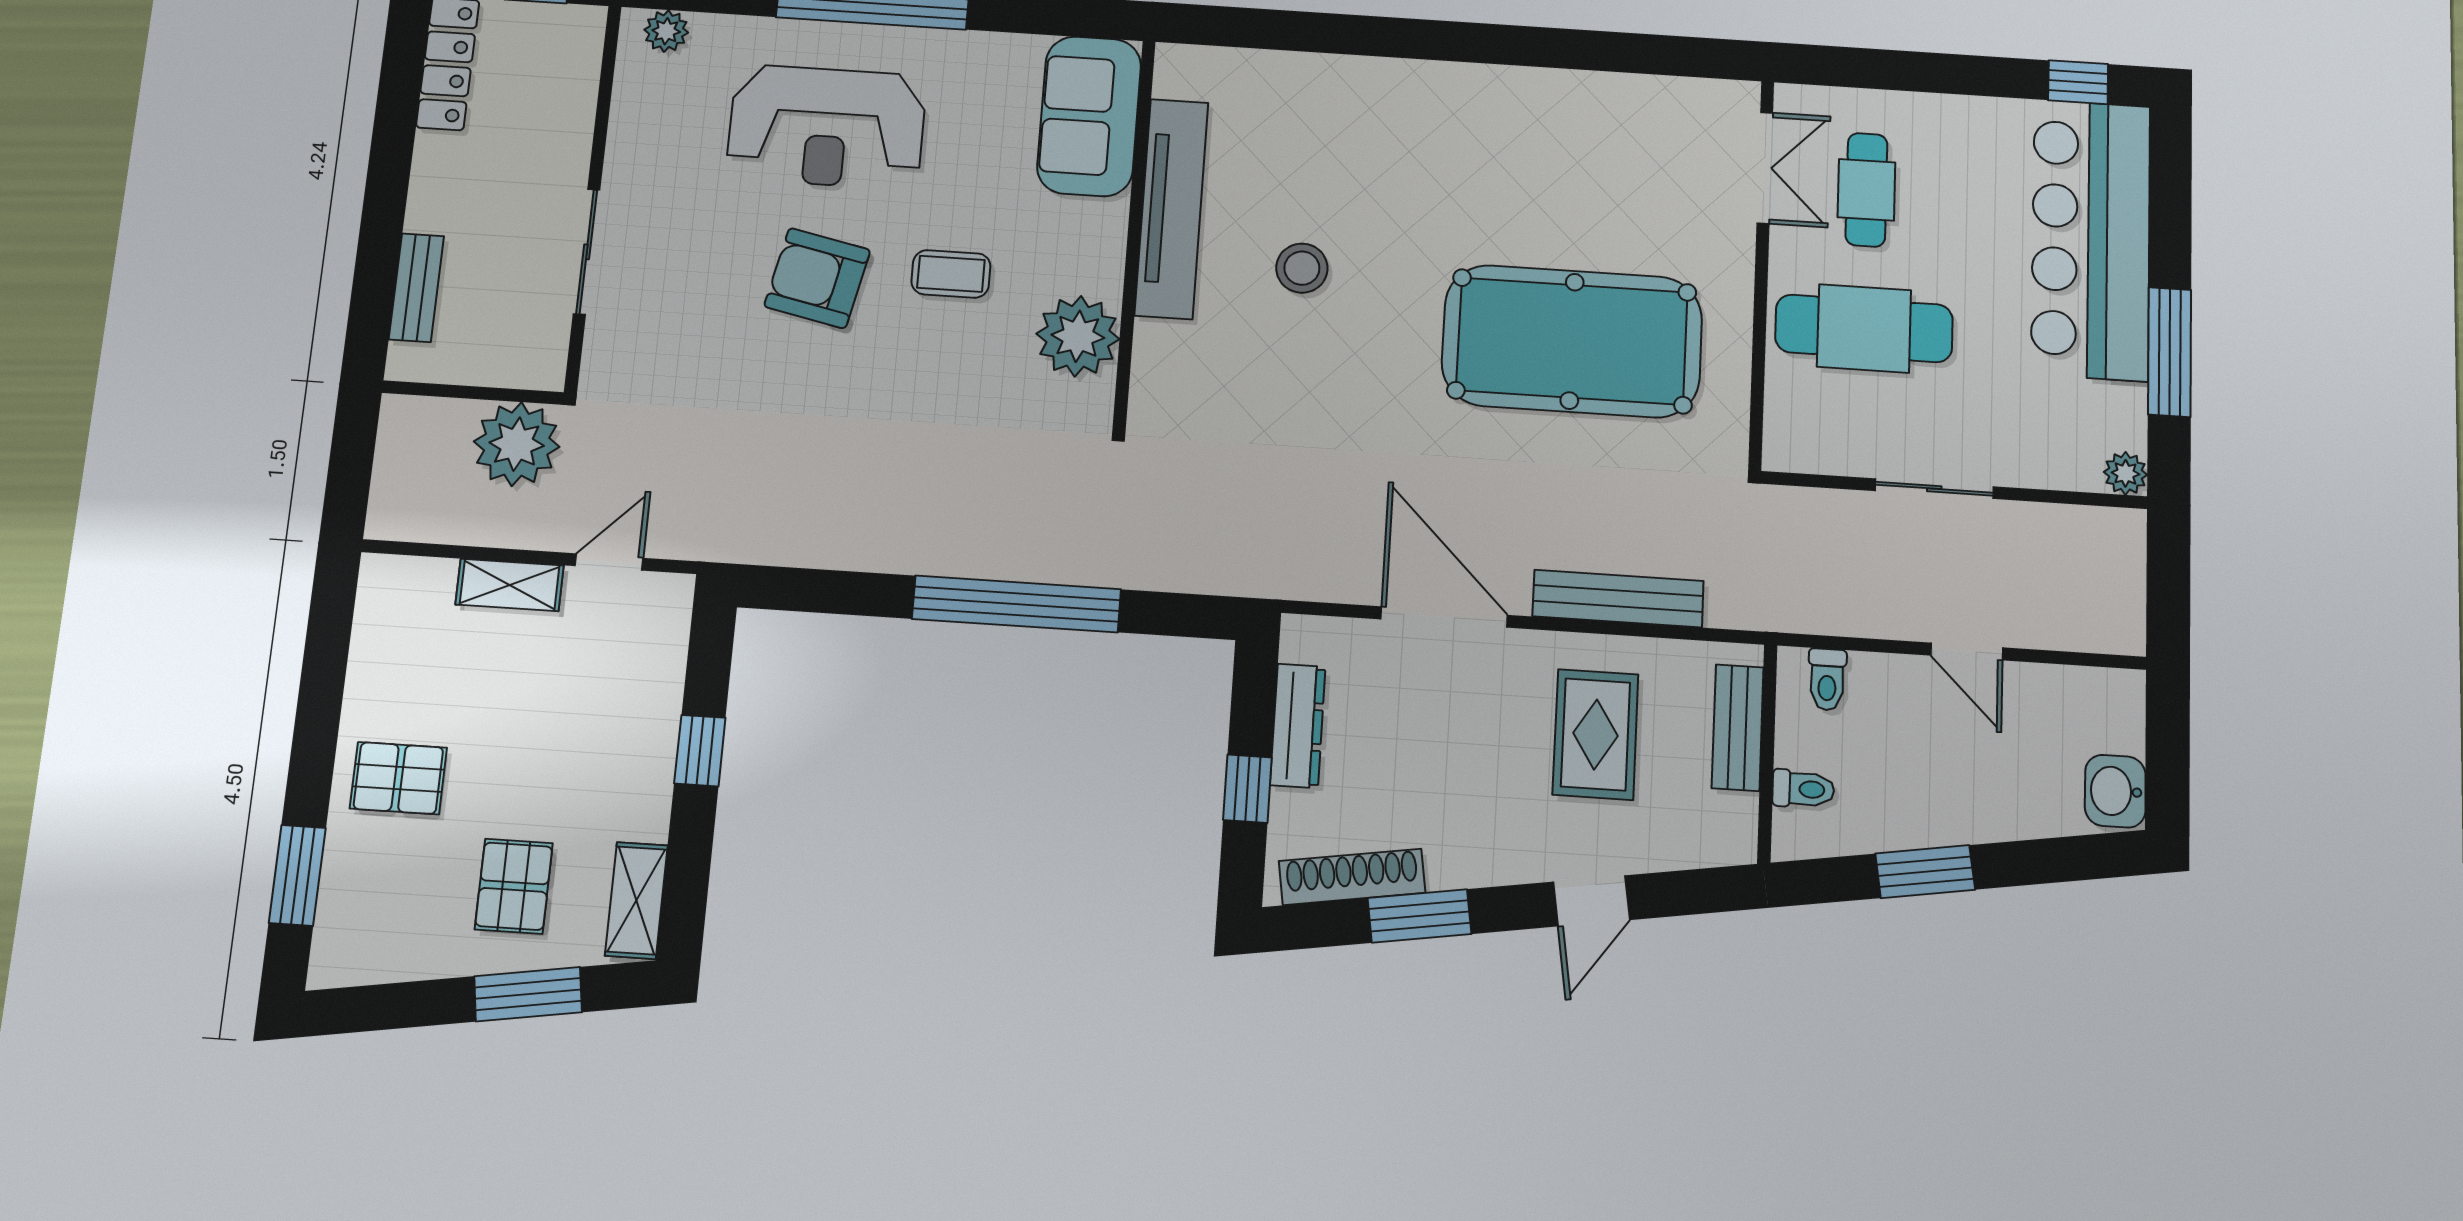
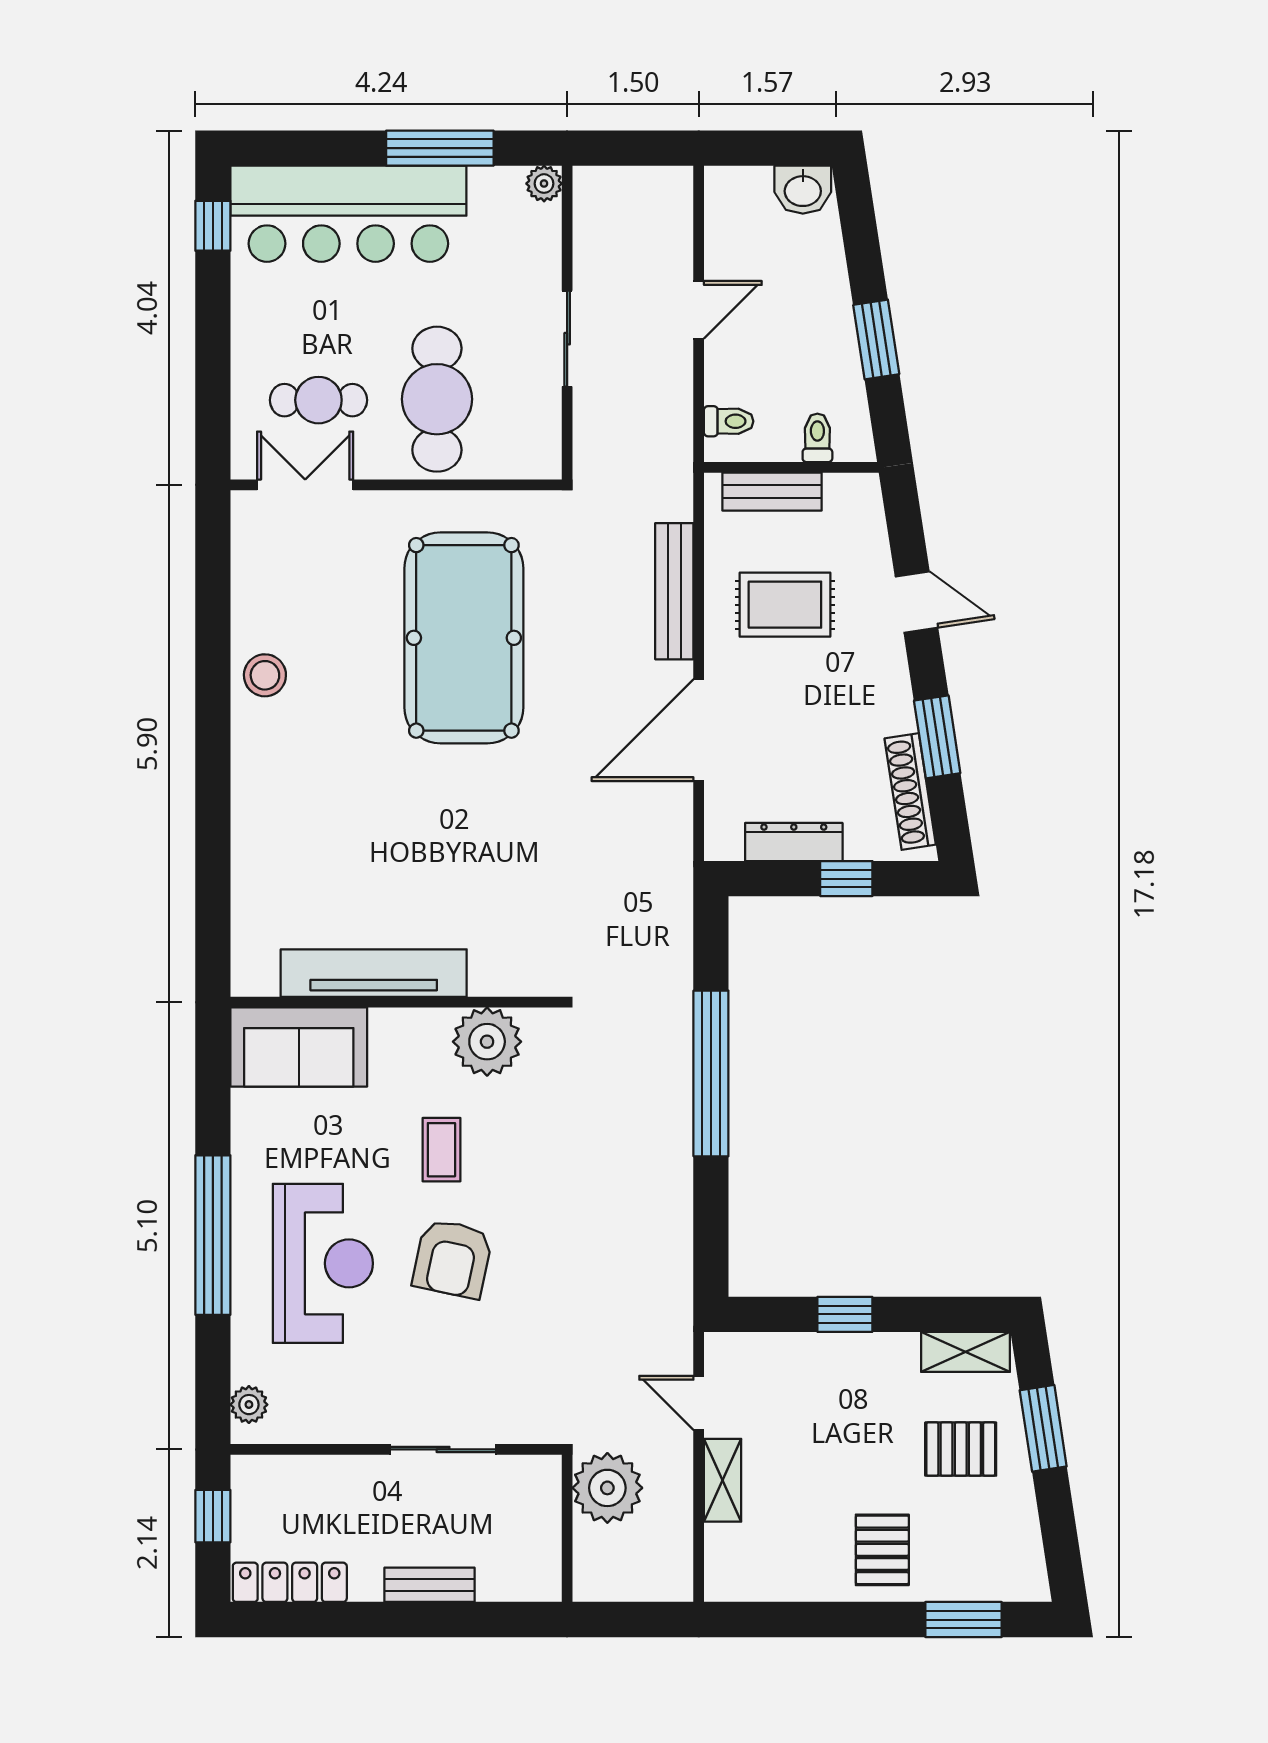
stool: (1302, 268) -> (265, 675), moved
bench: (416, 288) -> (430, 1585), moved

